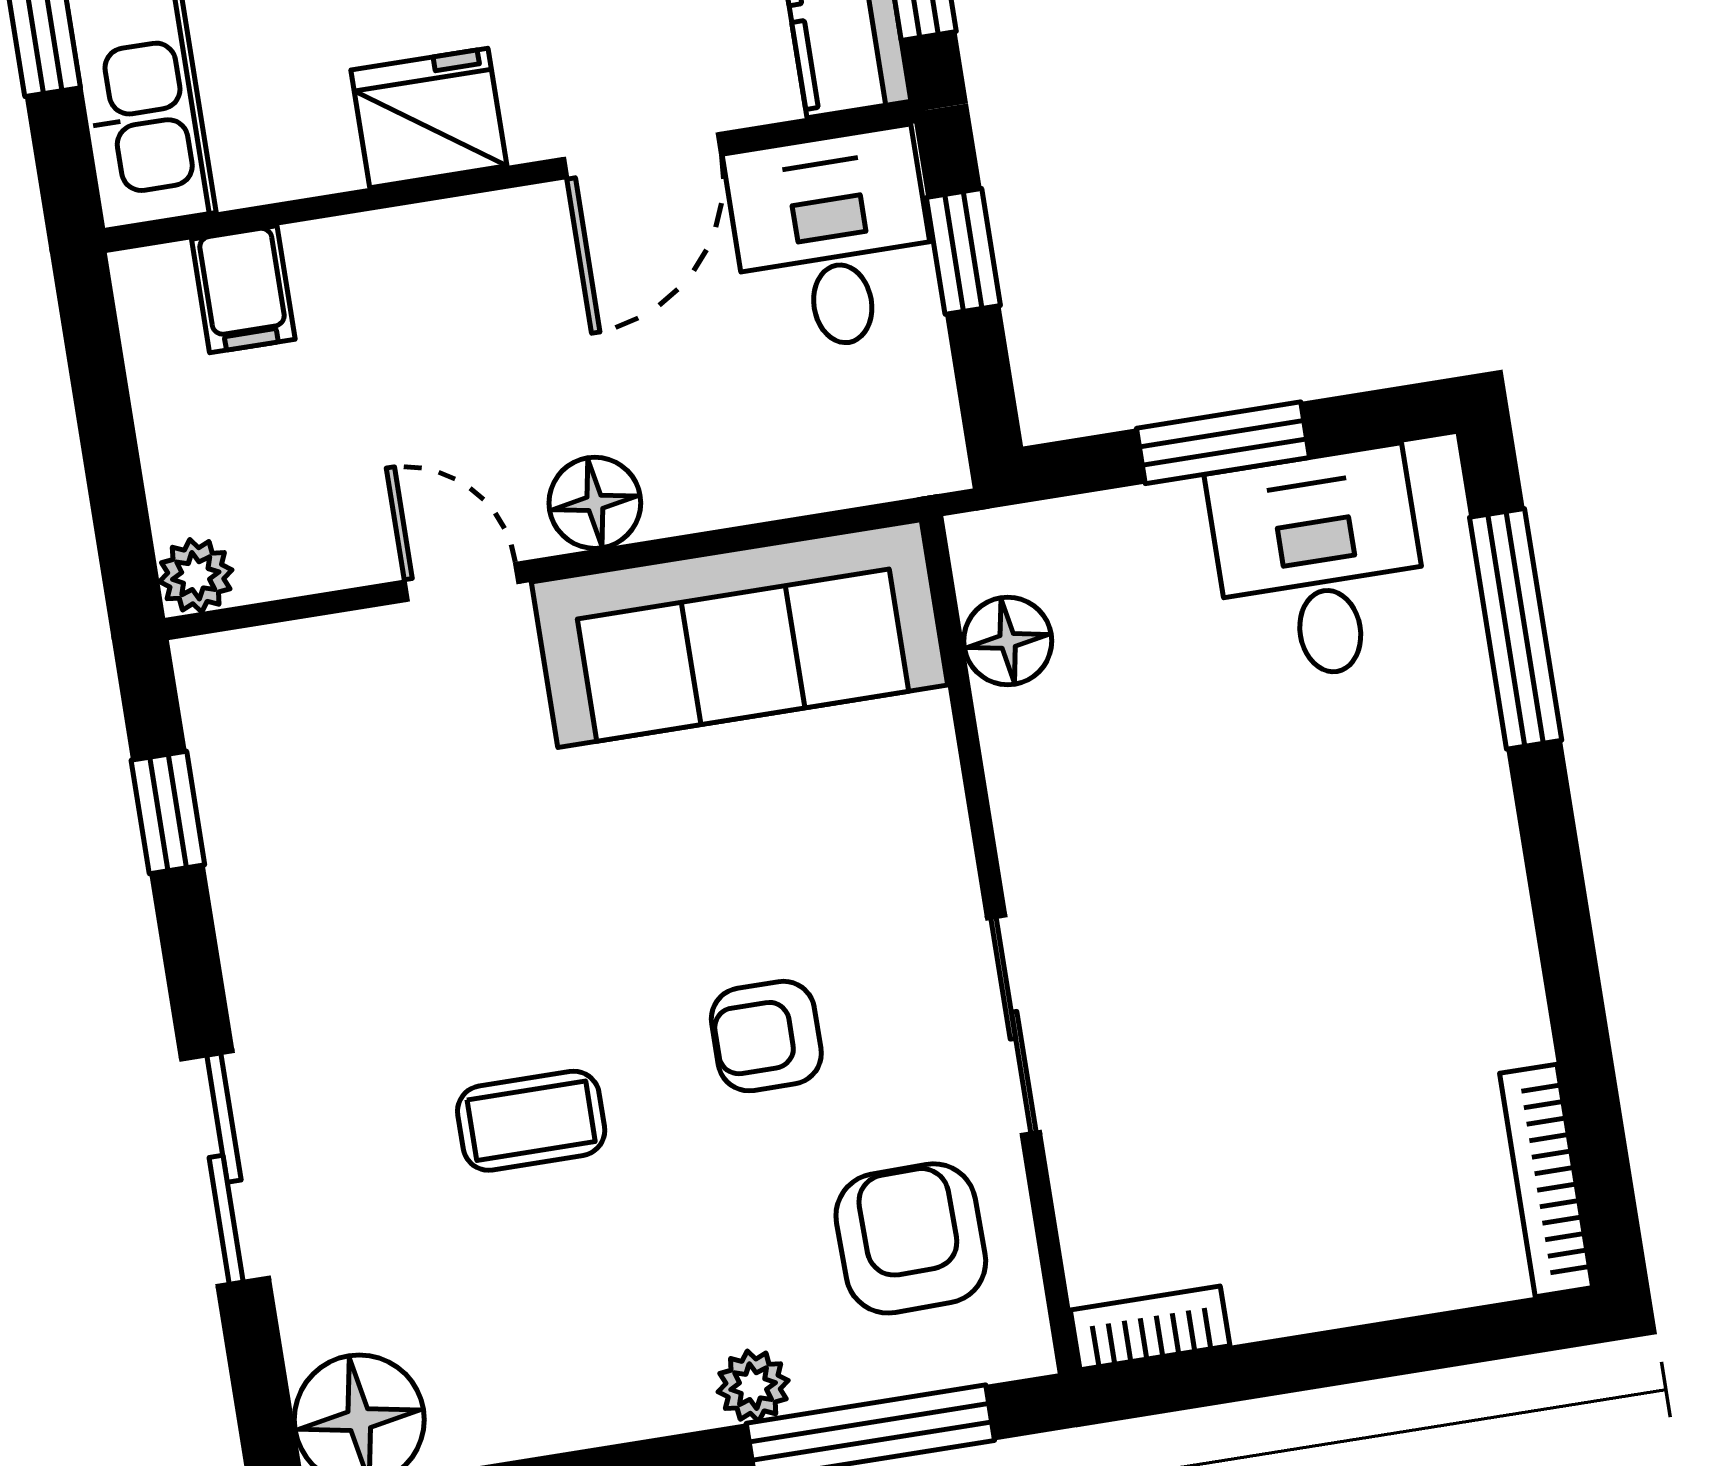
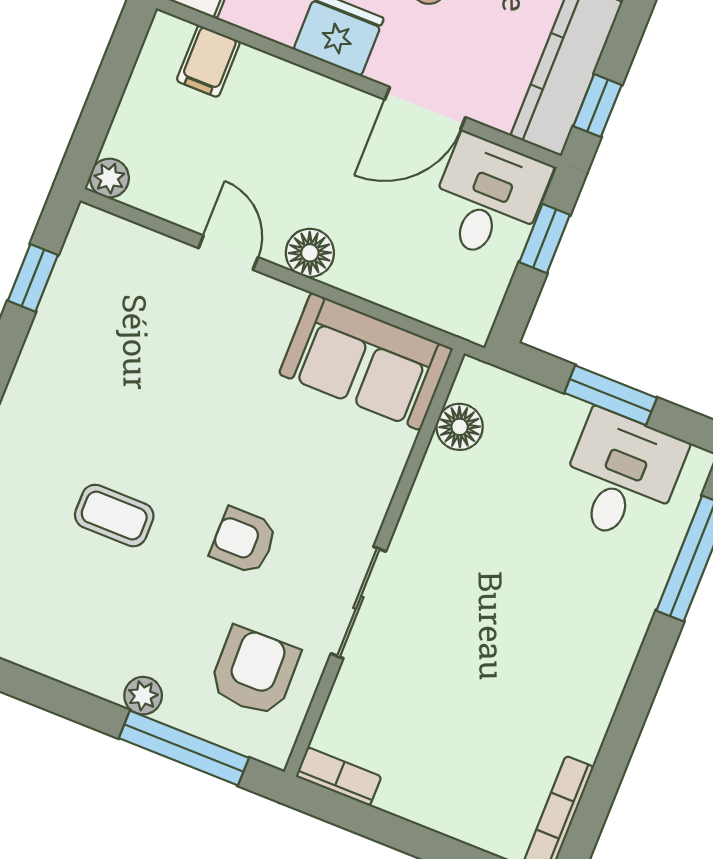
sofa: (740, 634) -> (366, 361), width x0.73

